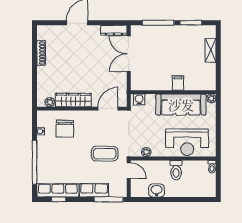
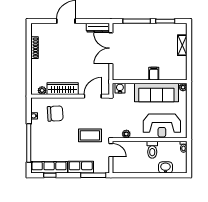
chair: (65, 129) -> (55, 114), turned -93
washbasin: (157, 190) -> (165, 167), moved

